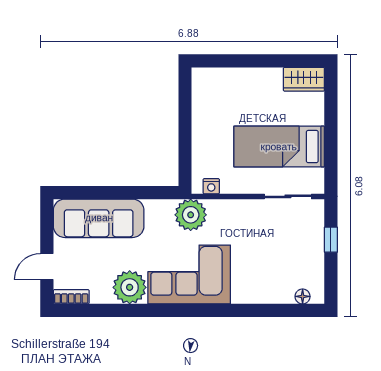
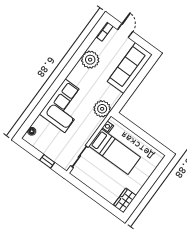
bed: (279, 147) -> (115, 152), moved, turned 90
corner sofa: (189, 275) -> (65, 106), moved

